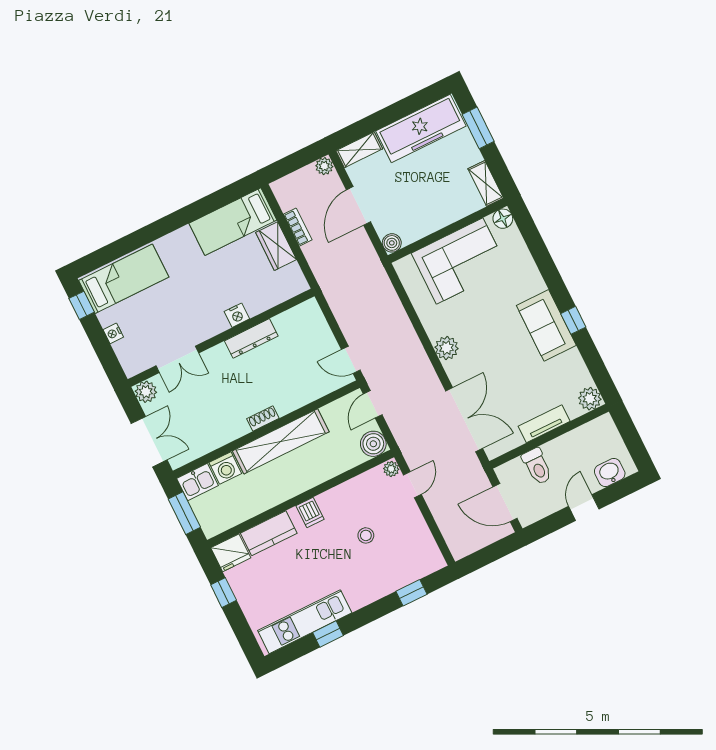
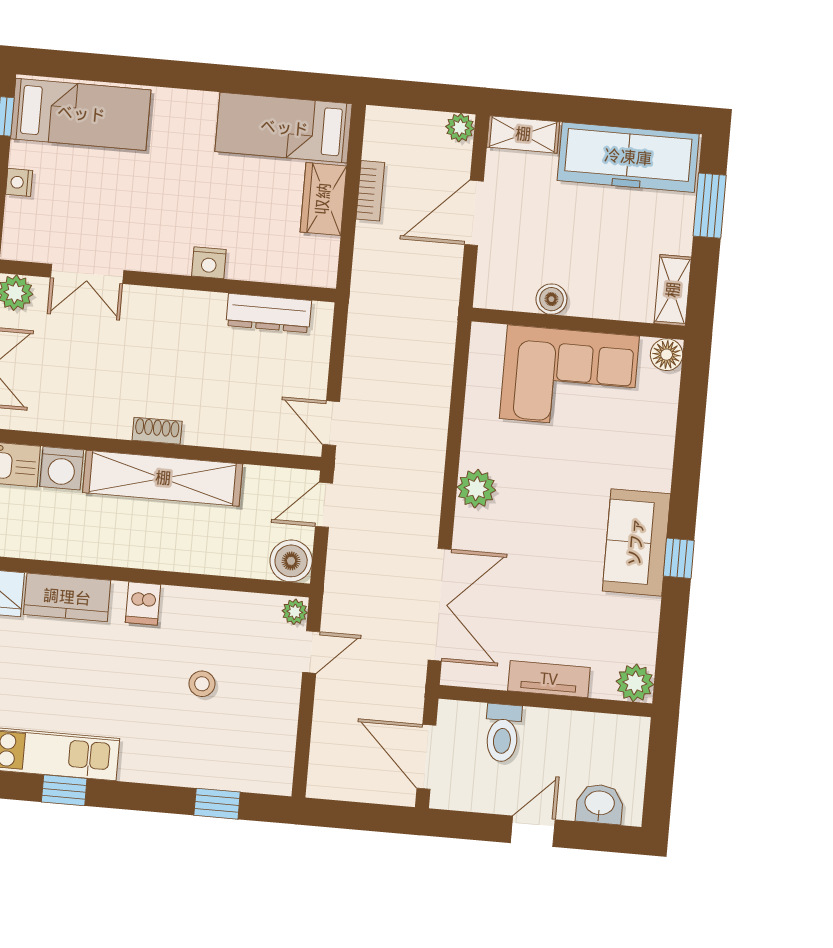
boiler: (392, 243) -> (551, 299), moved
dresser: (251, 338) -> (269, 313), moved

